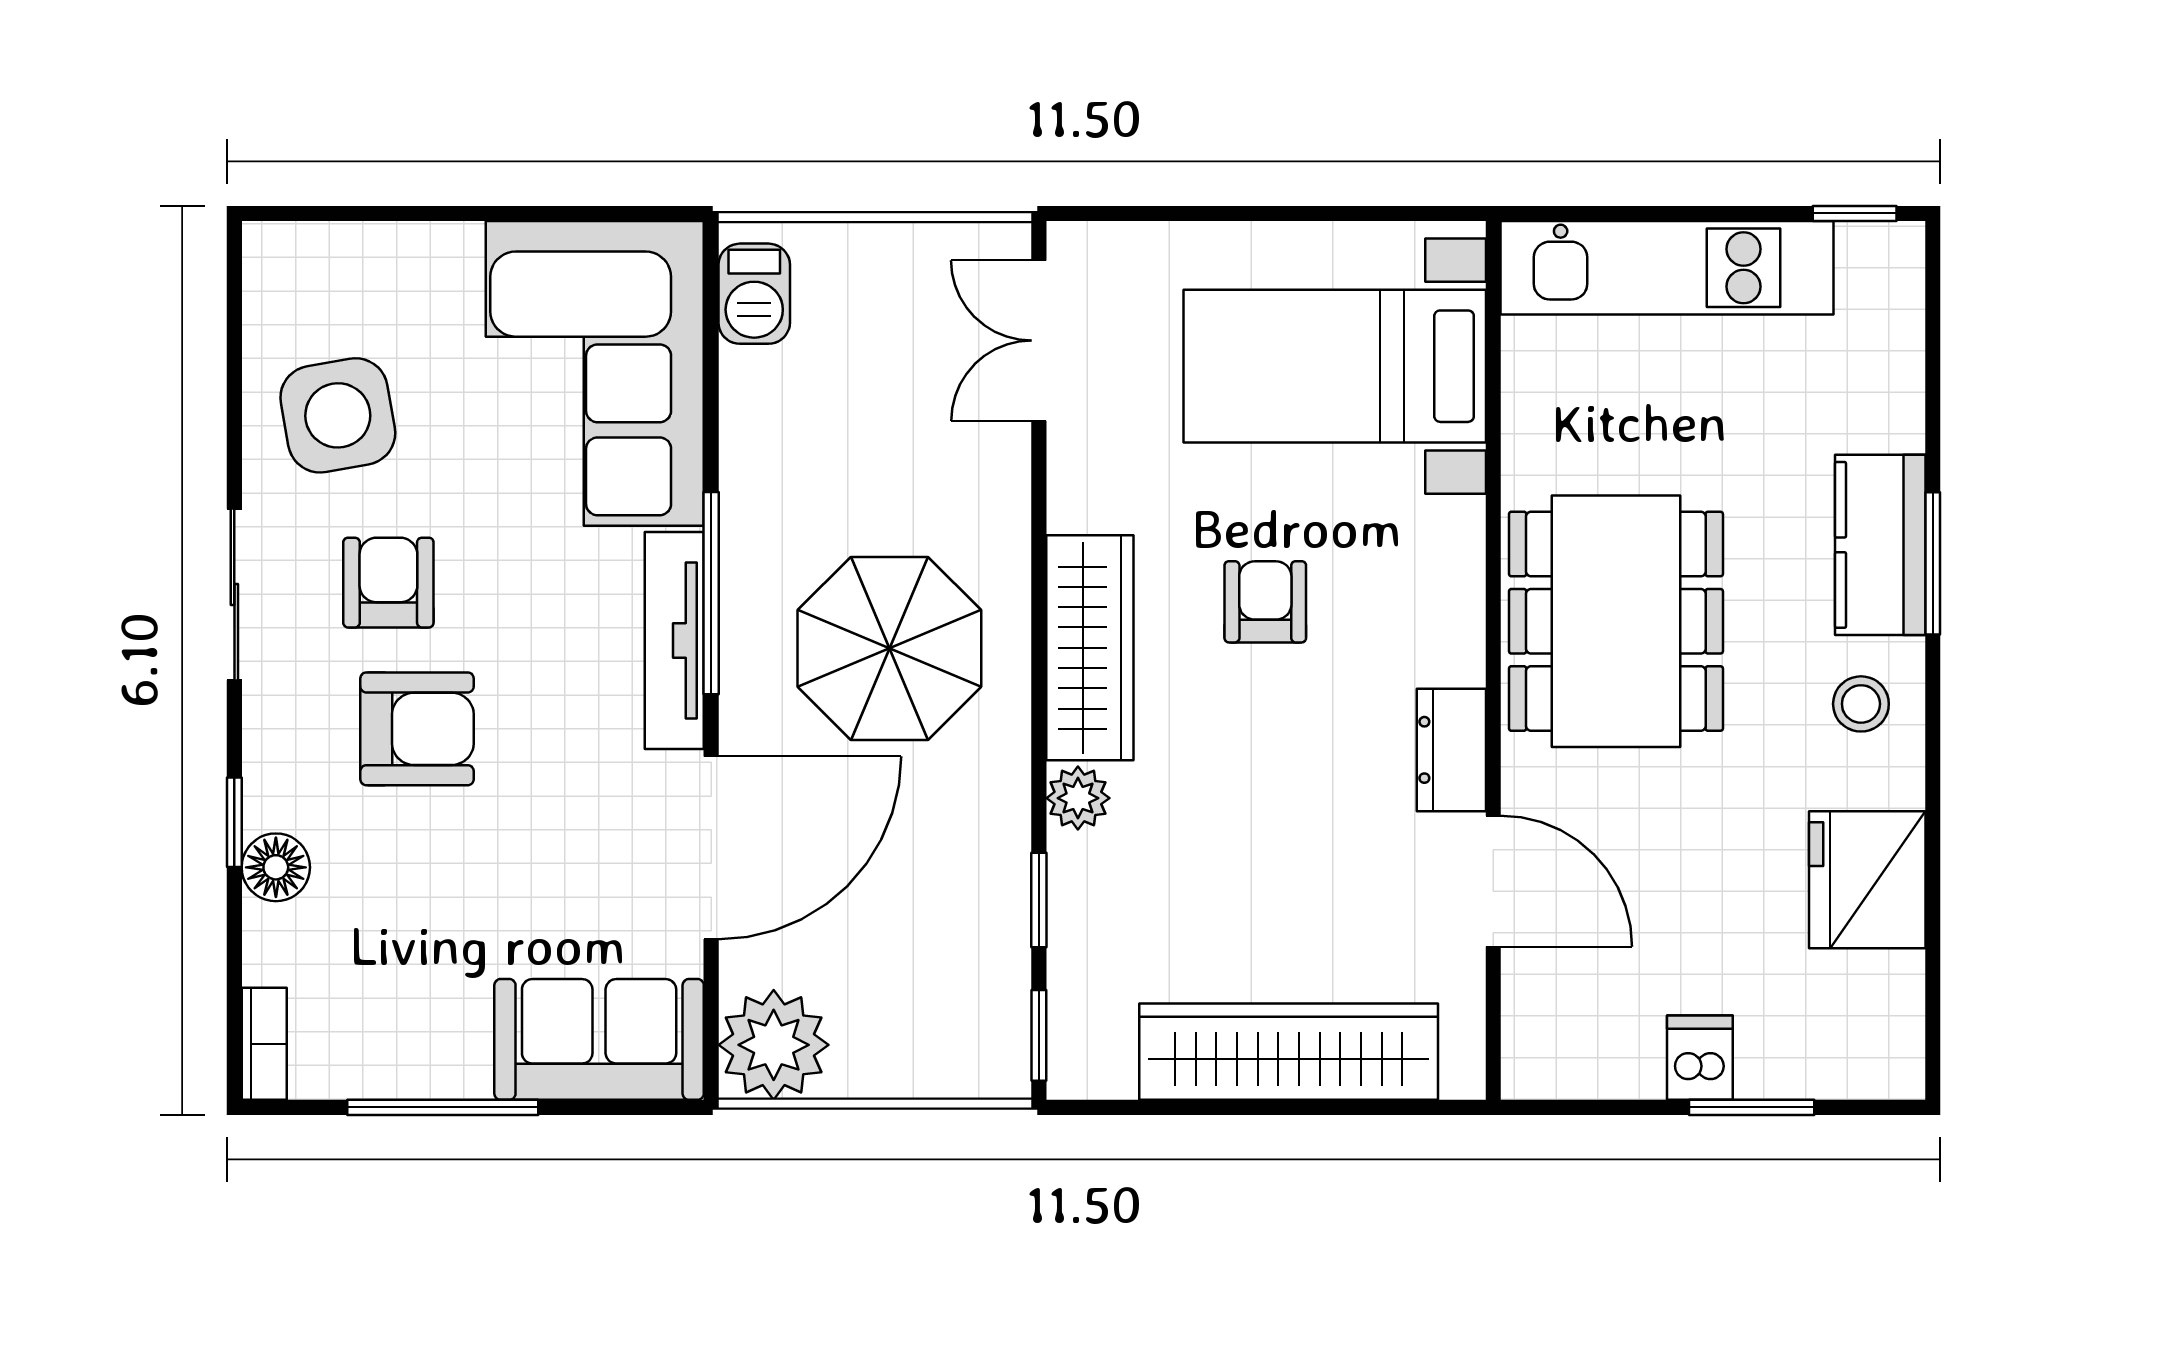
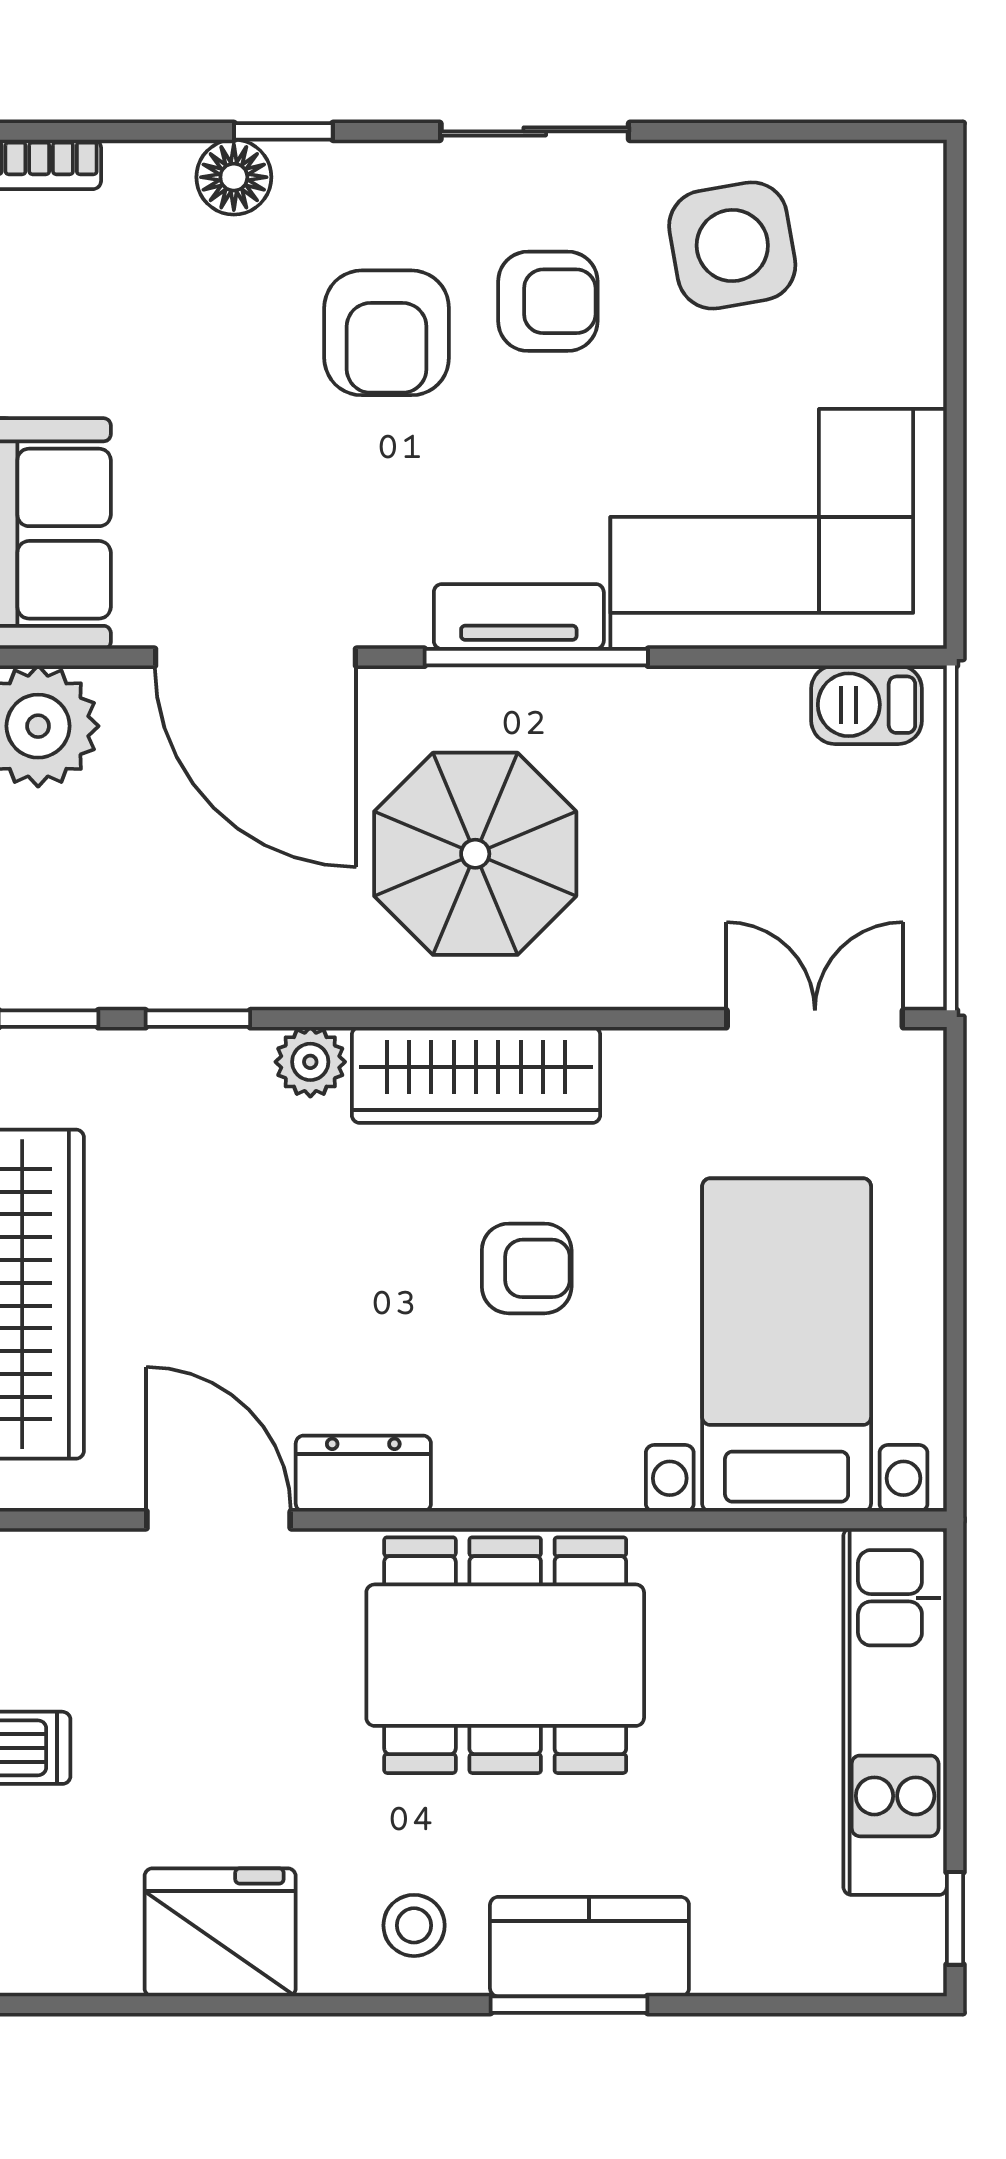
tv unit: (674, 640) -> (519, 617), width x0.71
door: (1493, 881) -> (219, 1520), swing flipped

